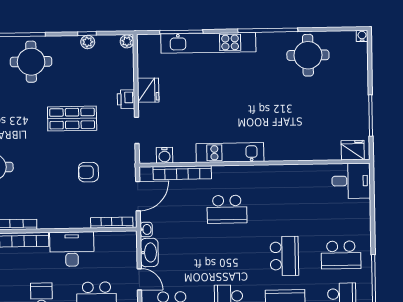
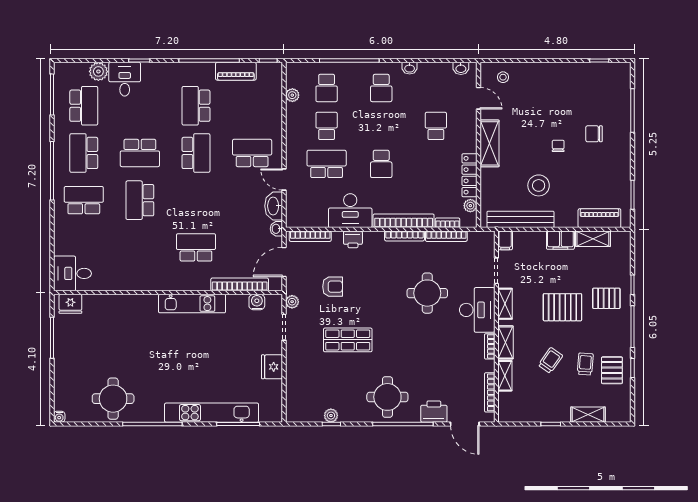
plant: (127, 41) -> (292, 302), moved
printer: (126, 99) -> (353, 239), moved, turned 90

